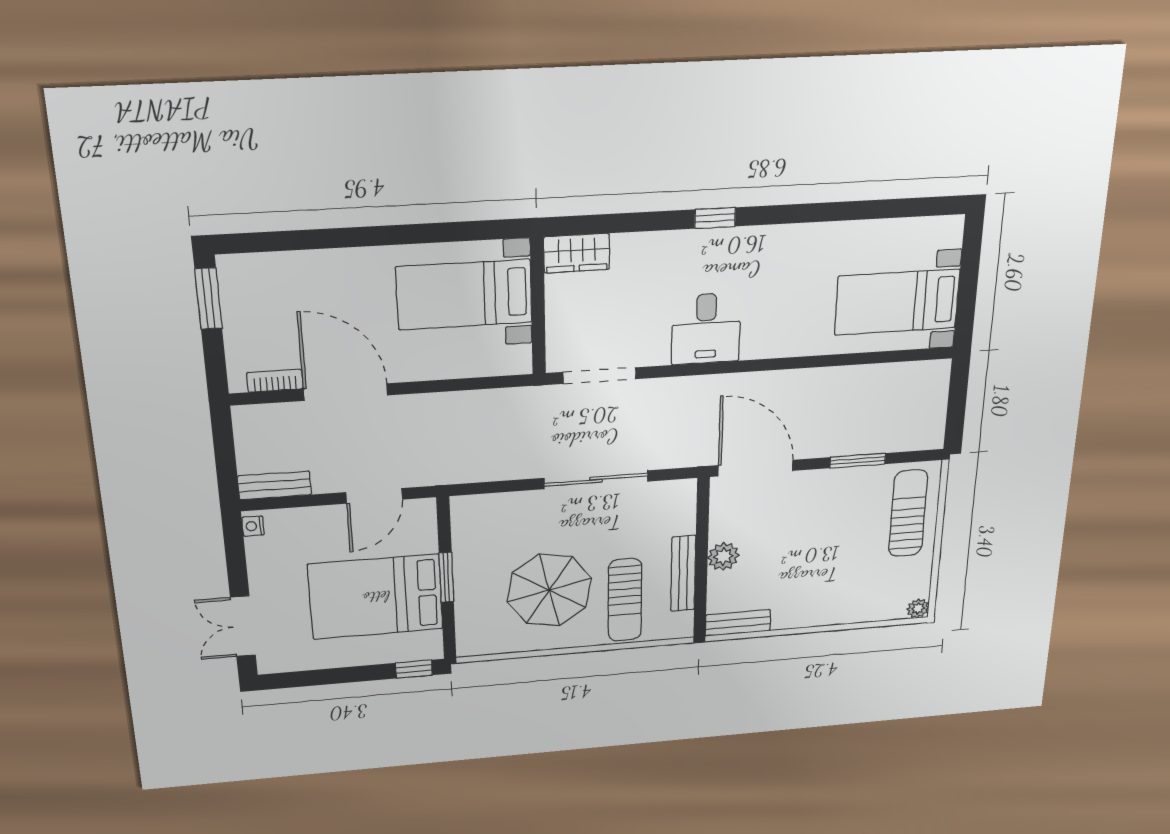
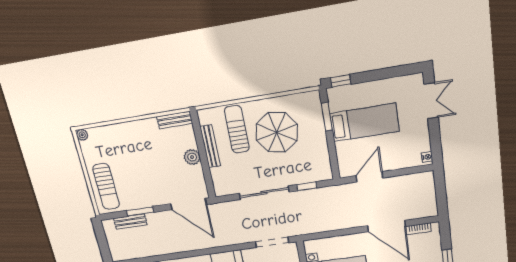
bench: (275, 485) -> (130, 222), moved
window: (506, 486) -> (307, 186), added
window: (446, 577) -> (327, 117), moved
bed: (376, 597) -> (364, 122), width x0.67

